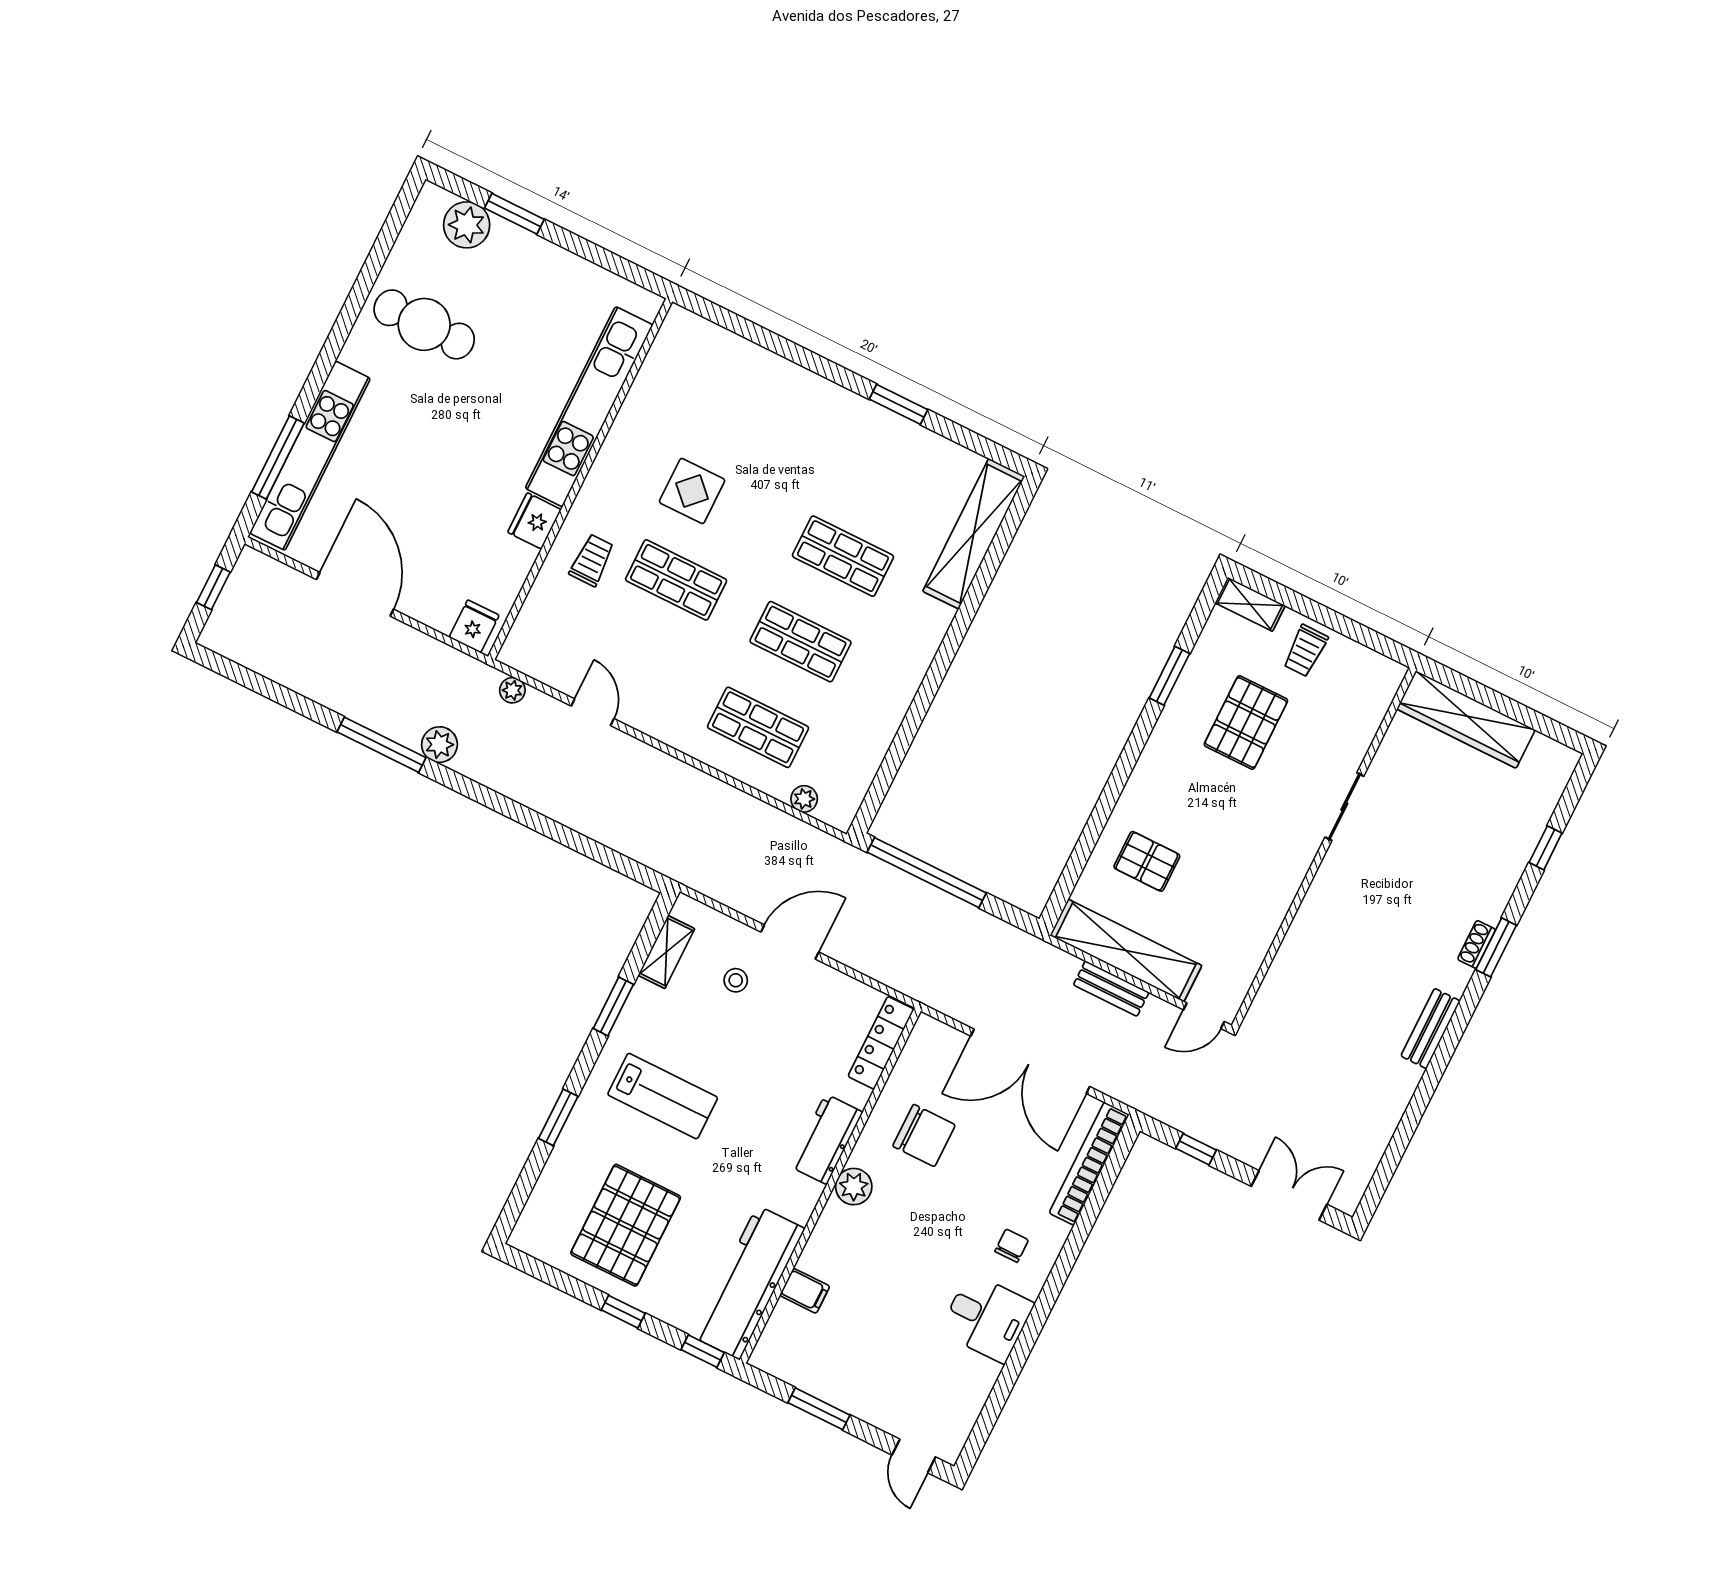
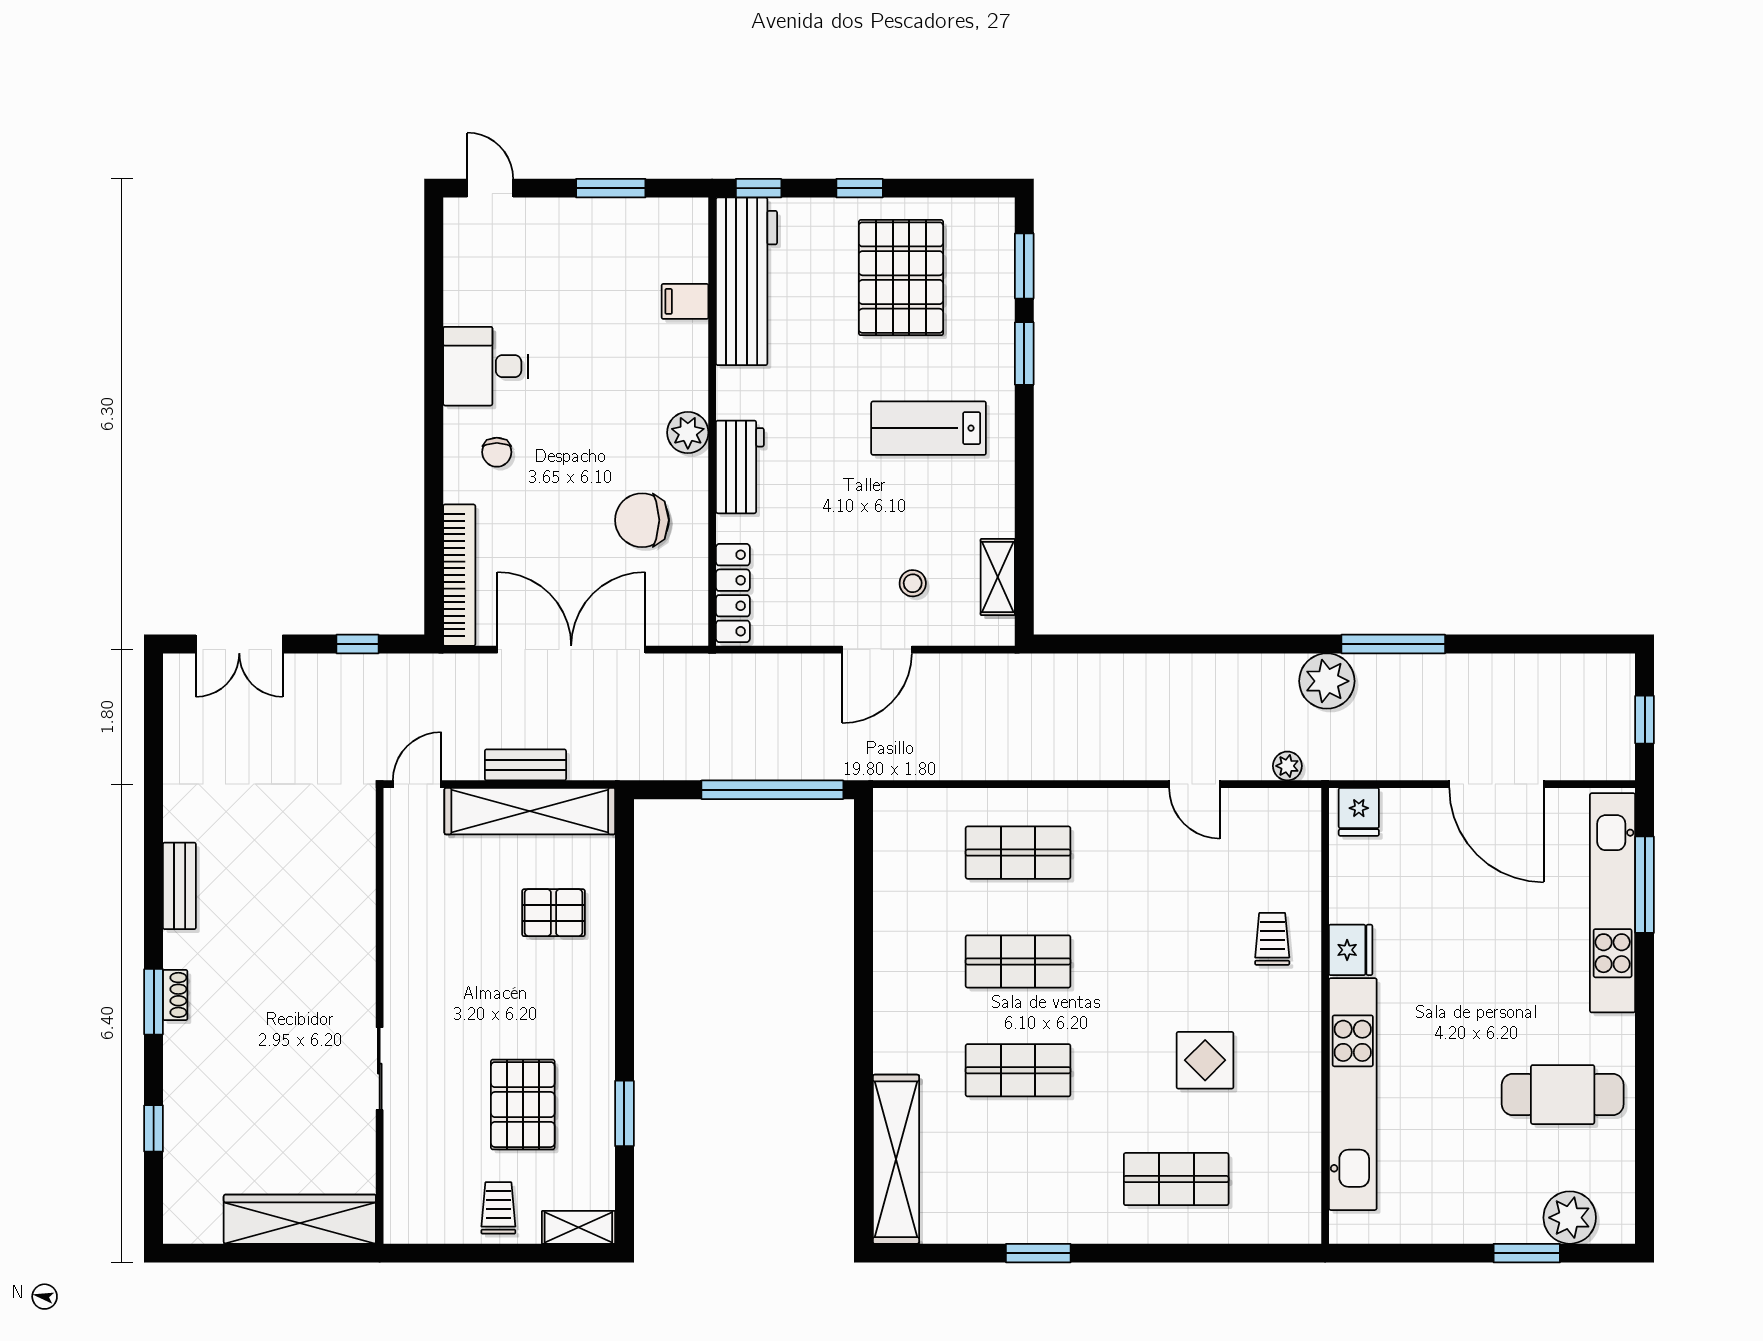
trolley: (592, 560) -> (1272, 939), turned 180
shop shelf: (676, 580) -> (1176, 1179), moved
plant: (439, 745) -> (1327, 681), width x1.36, depth x1.36
plant: (804, 799) -> (935, 803), removed
window: (613, 1006) -> (1024, 266), moved

